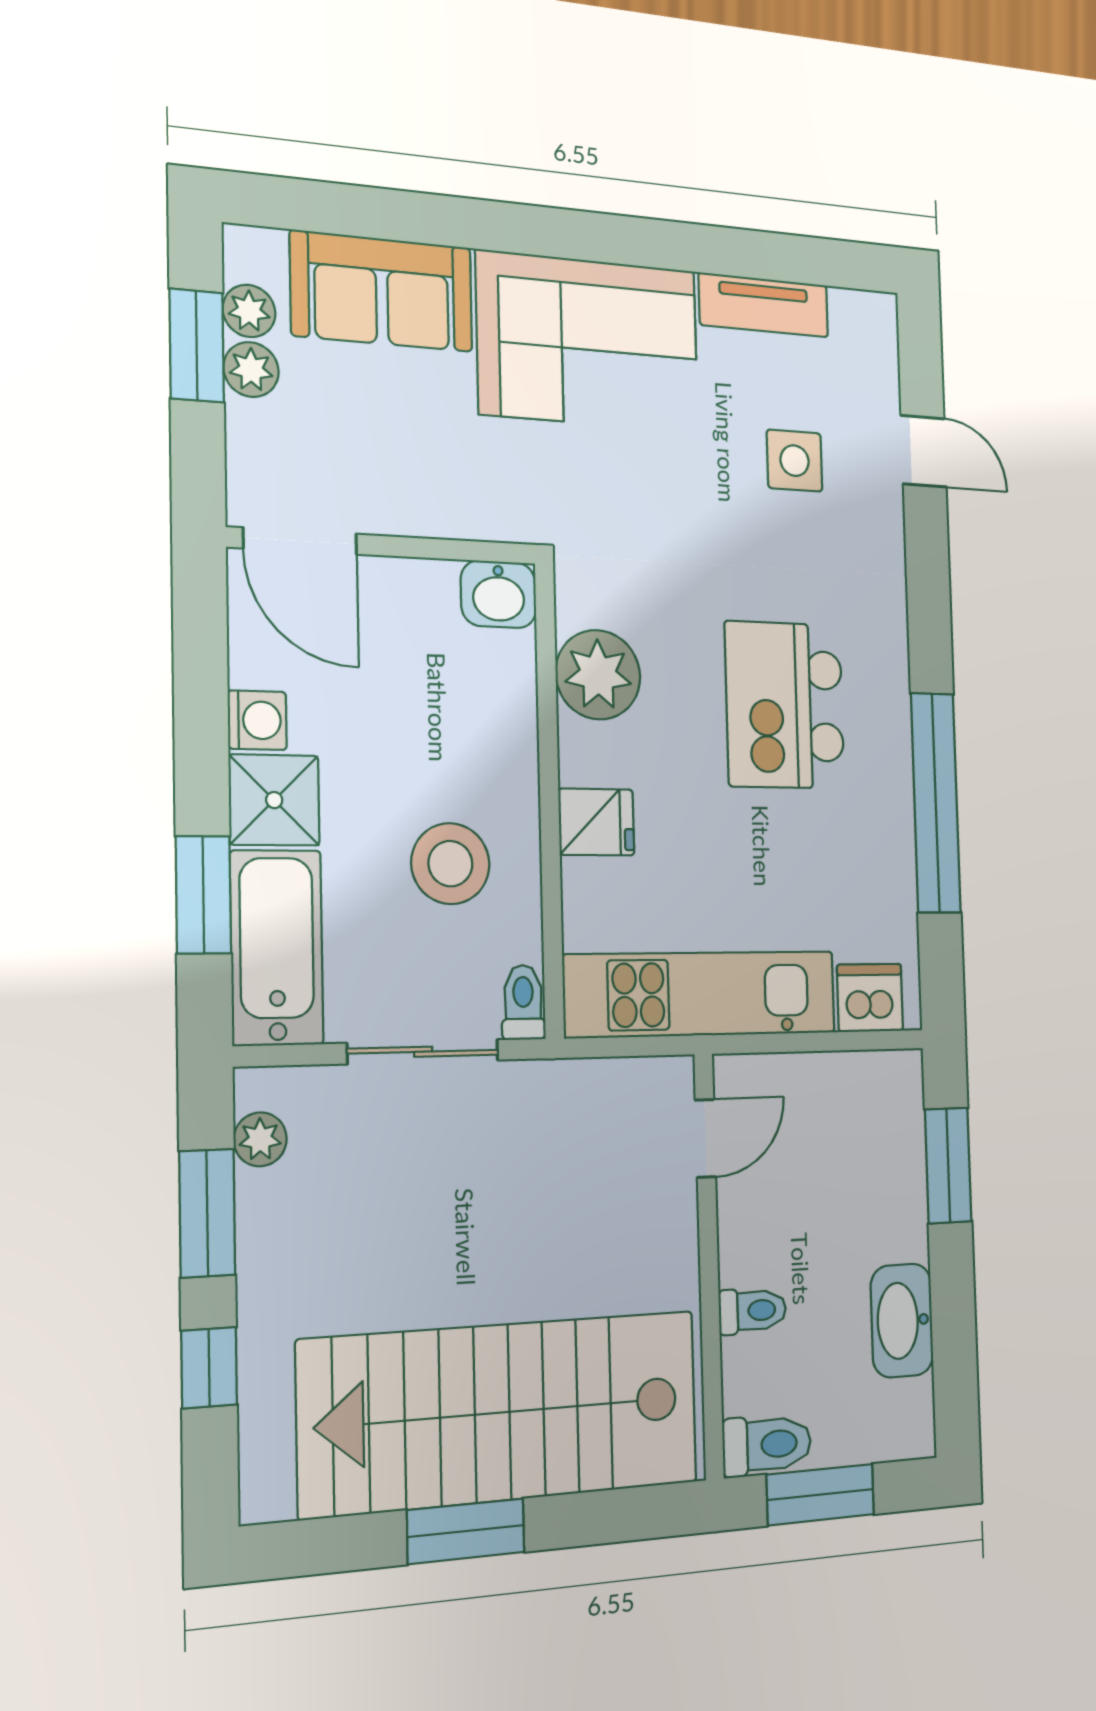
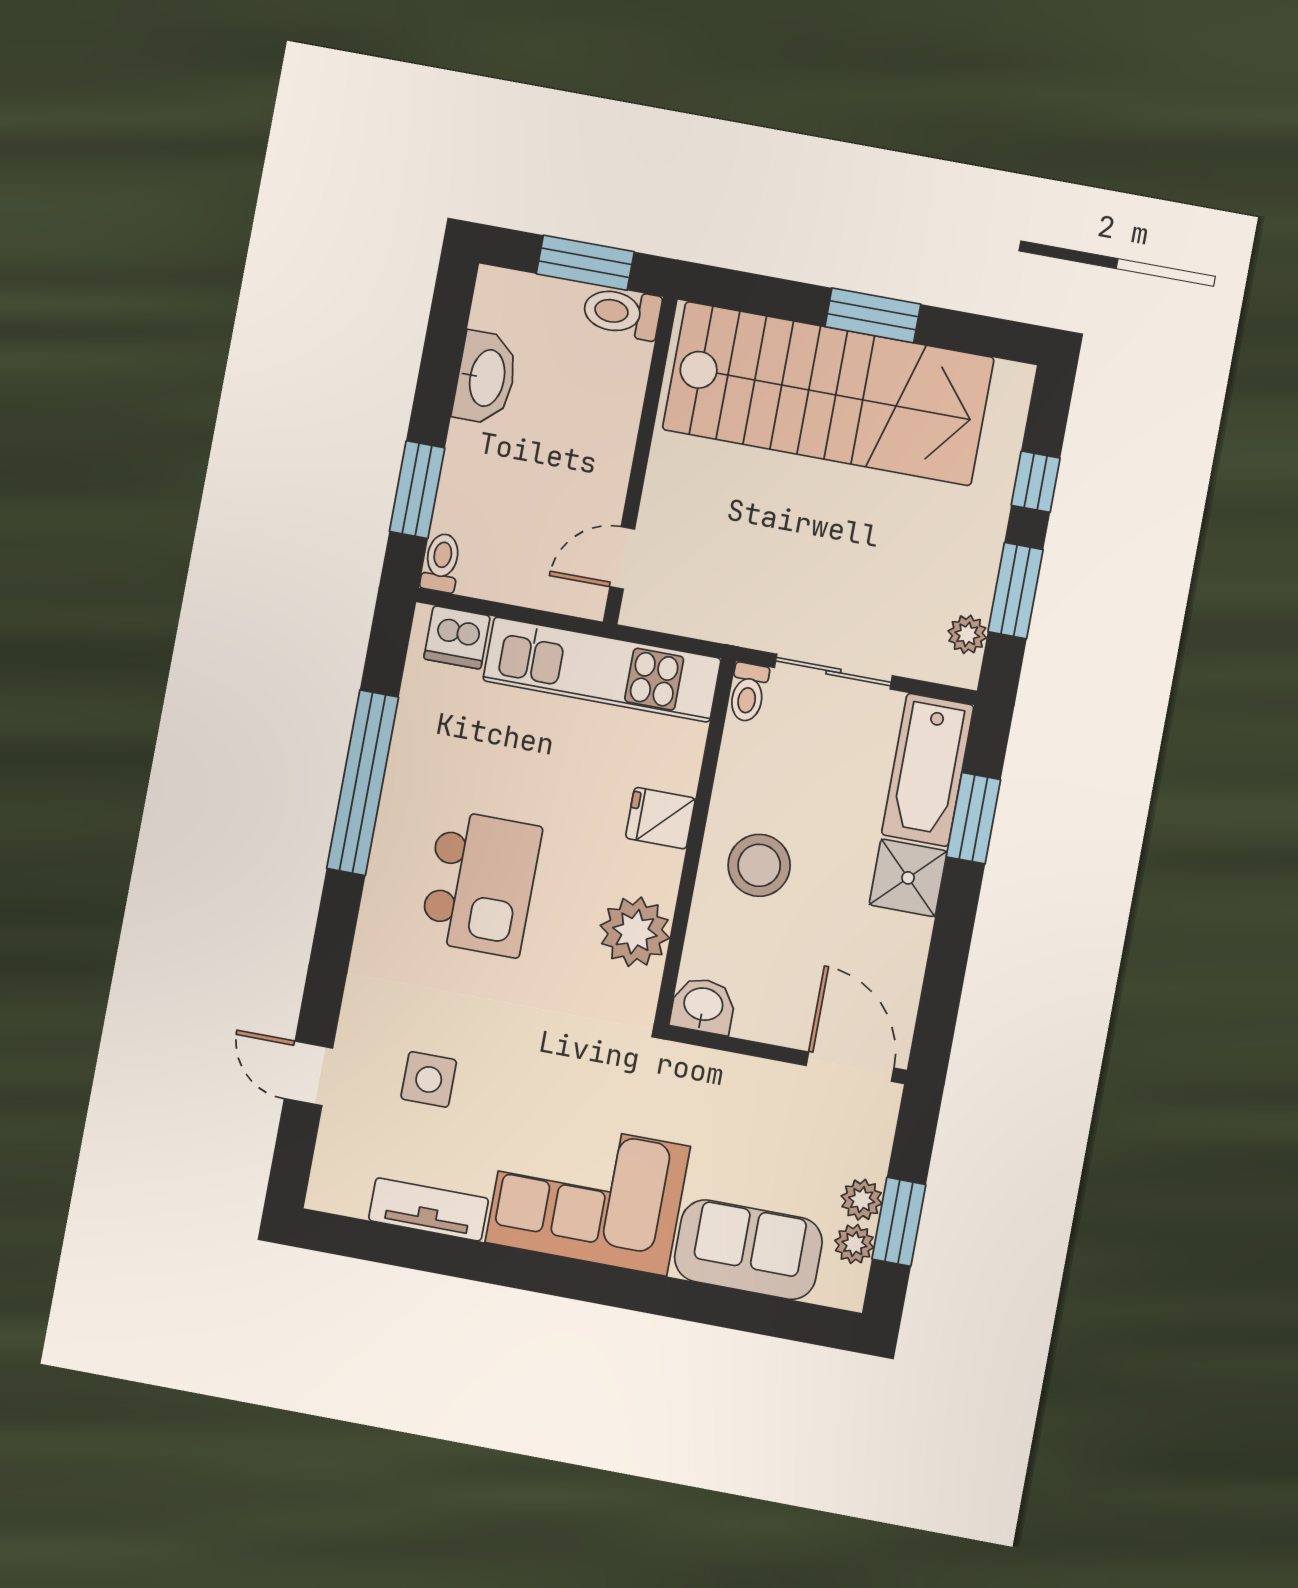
washing machine: (257, 720) -> (909, 938), removed
stool: (450, 864) -> (759, 865), moved
toilet: (752, 1311) -> (441, 563), moved, turned 90

